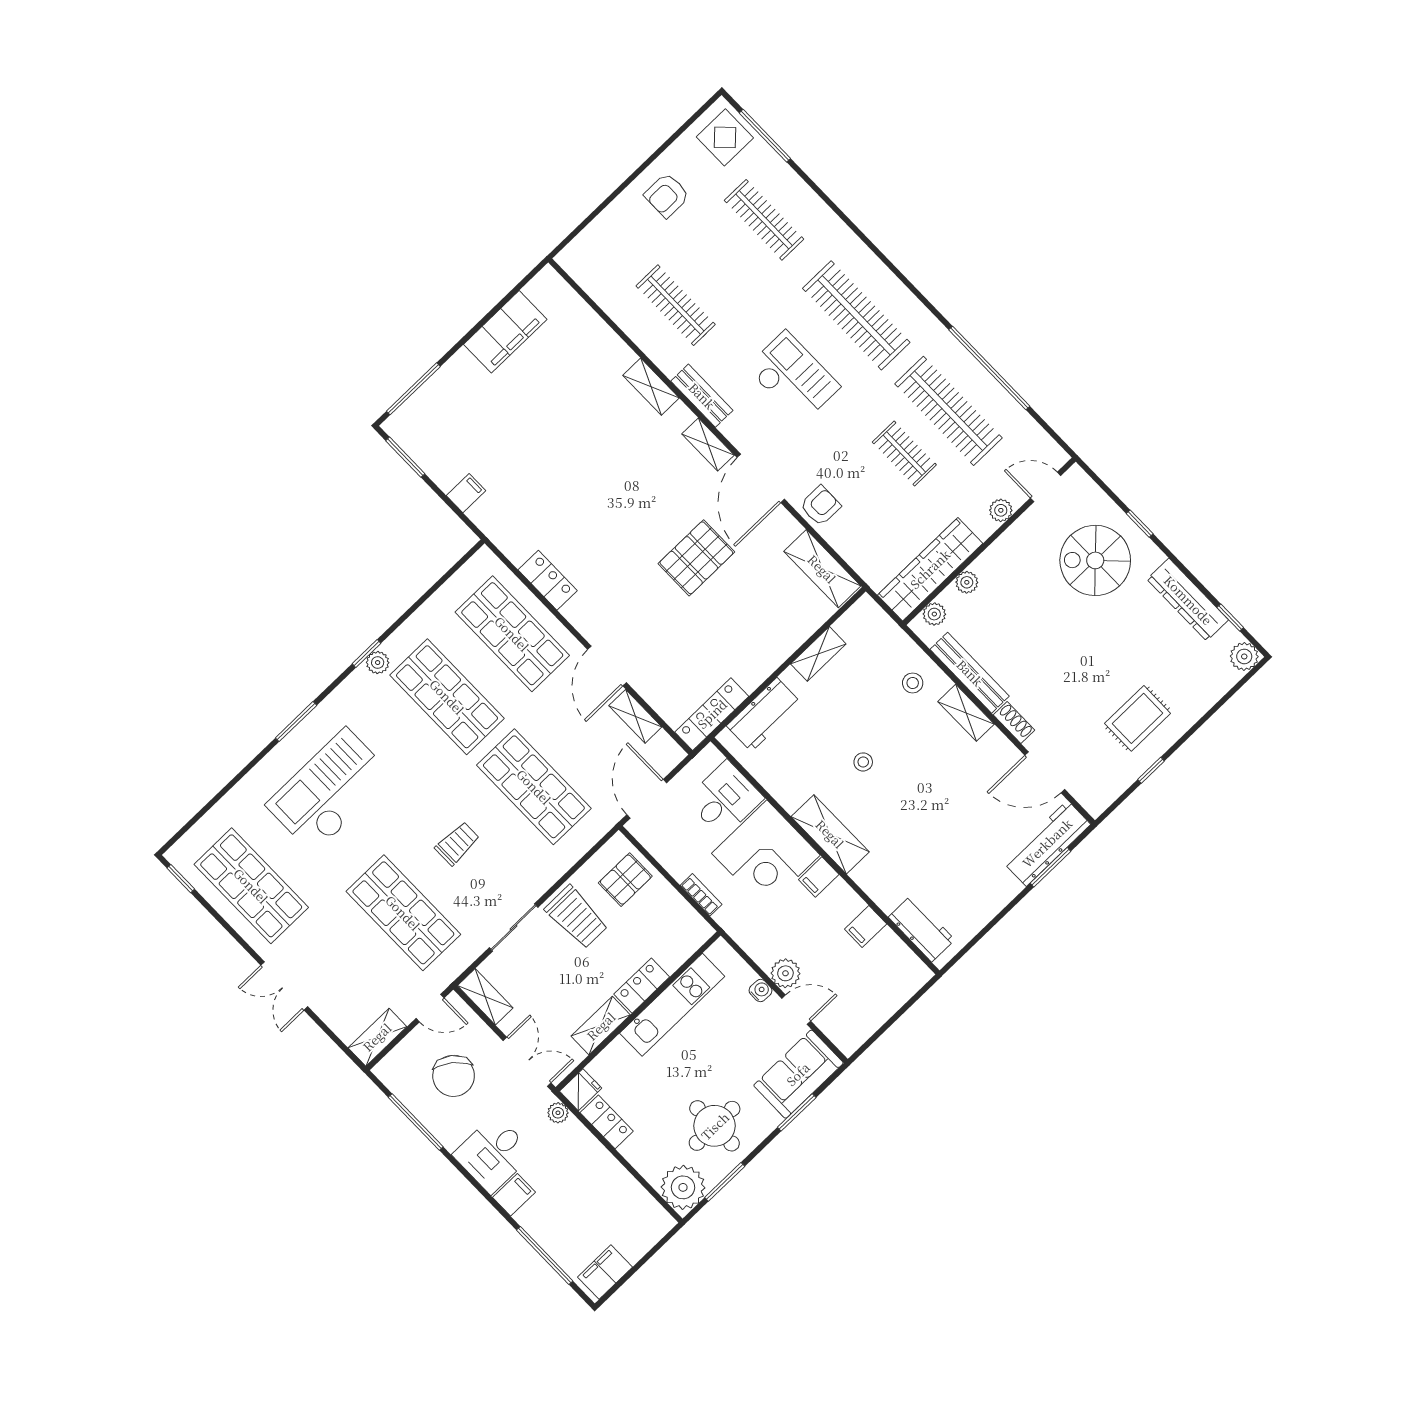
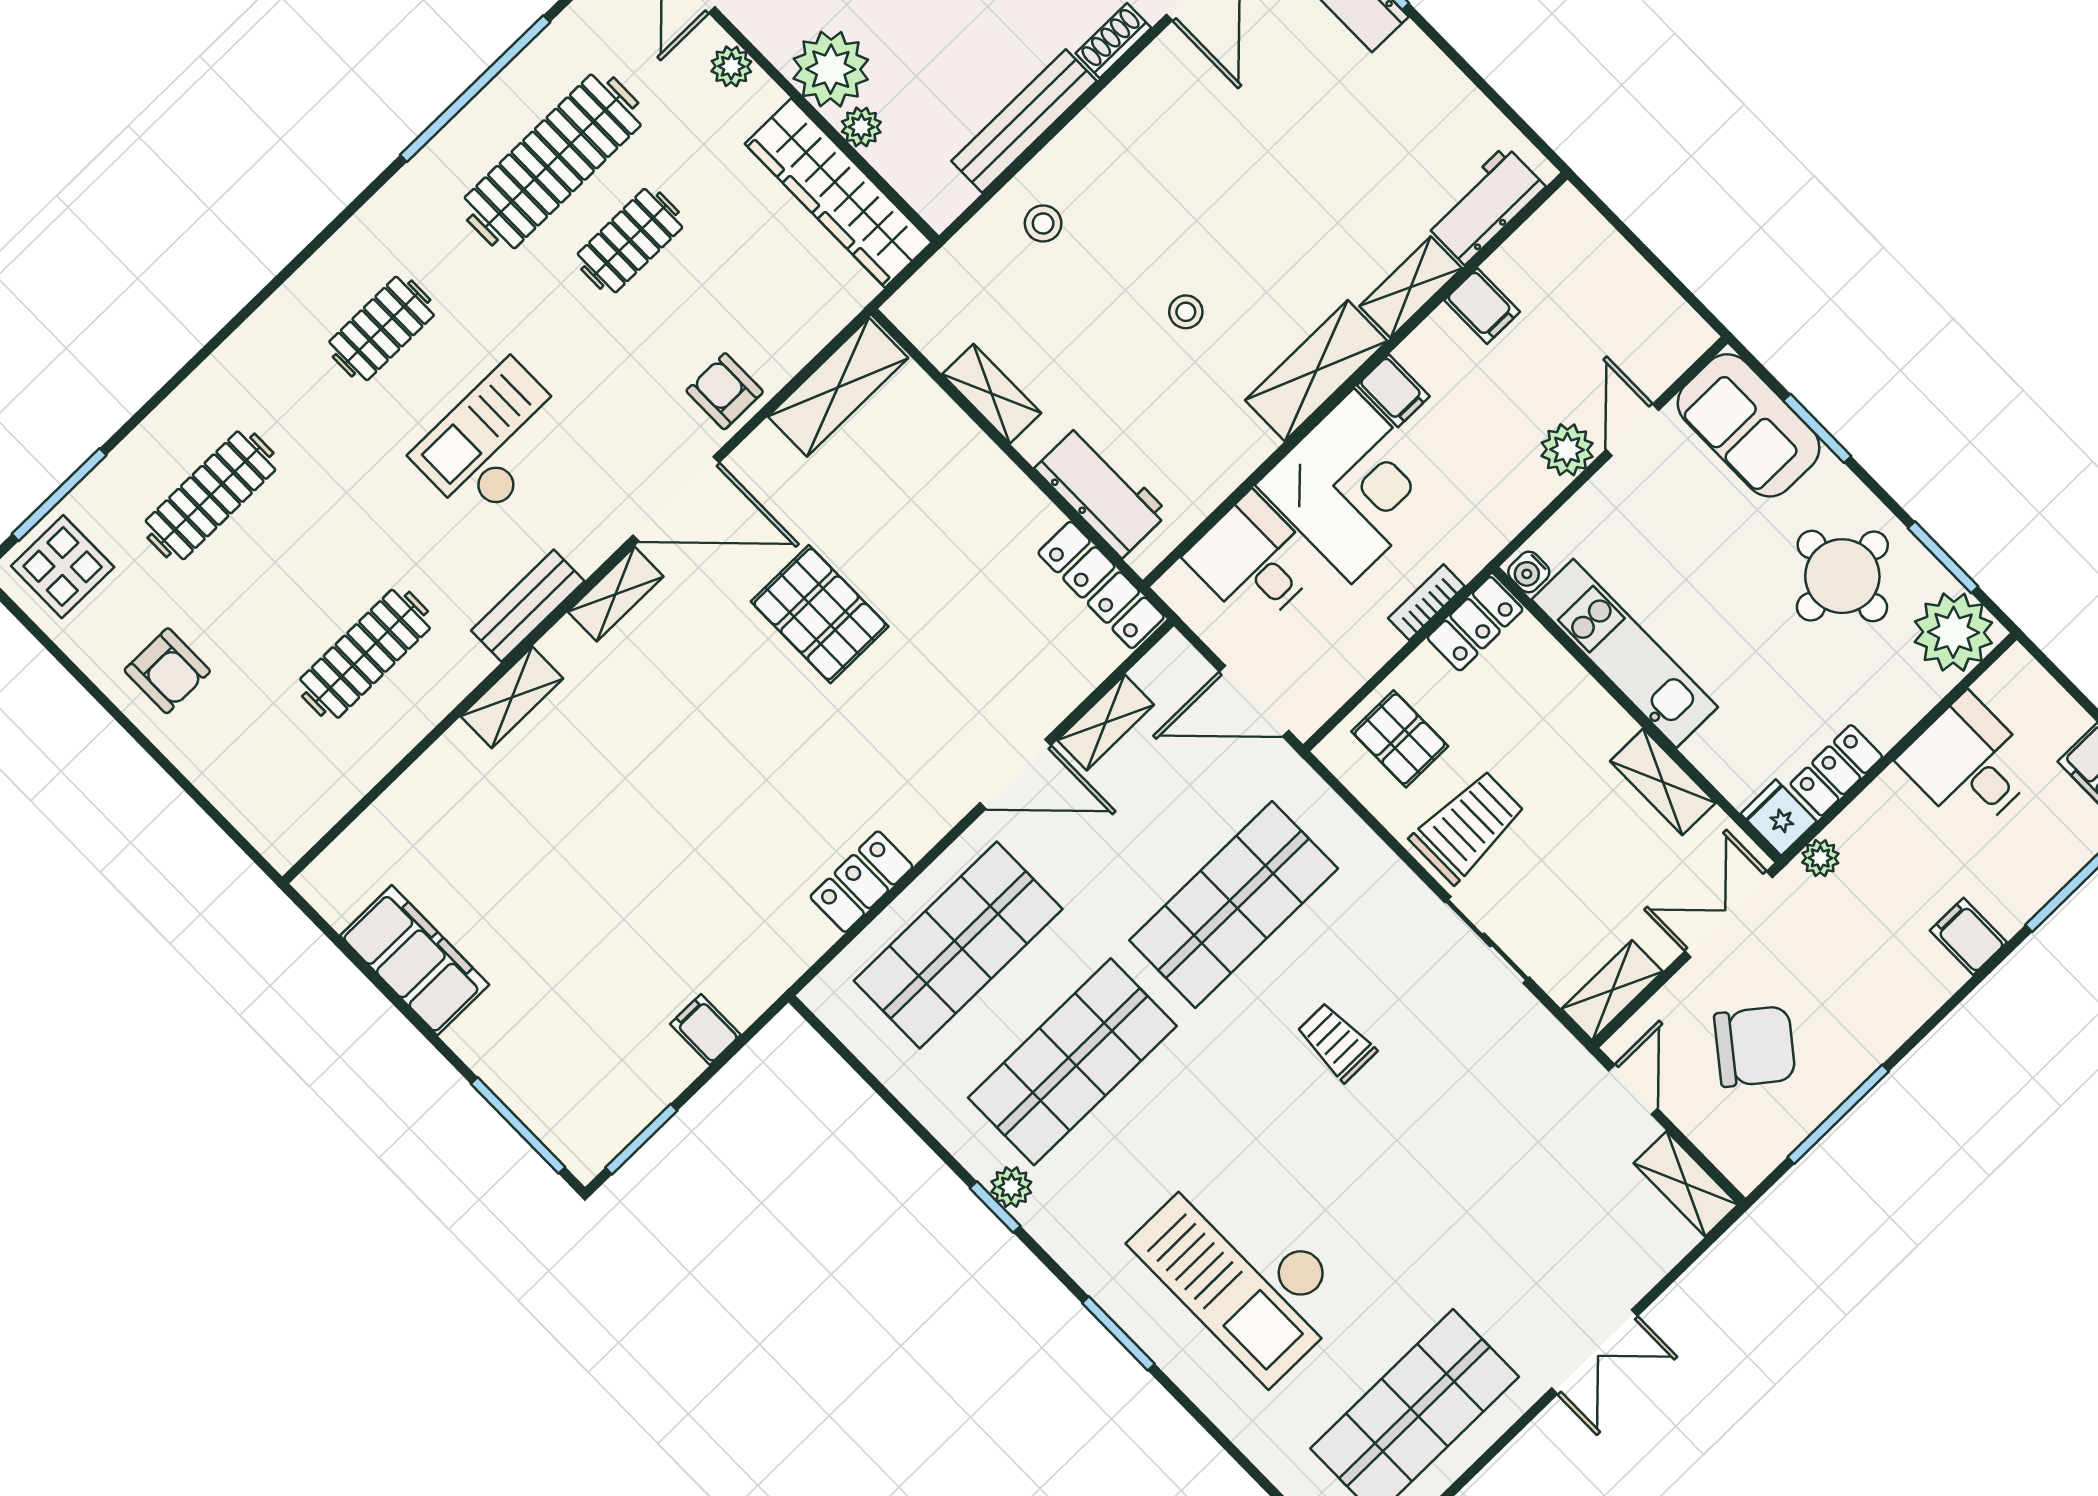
clothes rail: (856, 315) -> (382, 328), width x0.54, depth x0.76
plant: (934, 614) -> (831, 69), moved, width x1.87, depth x1.87
shelving: (966, 713) -> (1411, 287), moved
shop shelf: (403, 913) -> (1462, 1138), removed
locker: (642, 986) -> (1475, 624), moved, turned -90
water cooler: (761, 991) -> (1529, 572), moved, turned -90
desk: (493, 1154) -> (1969, 764), moved, turned 180

